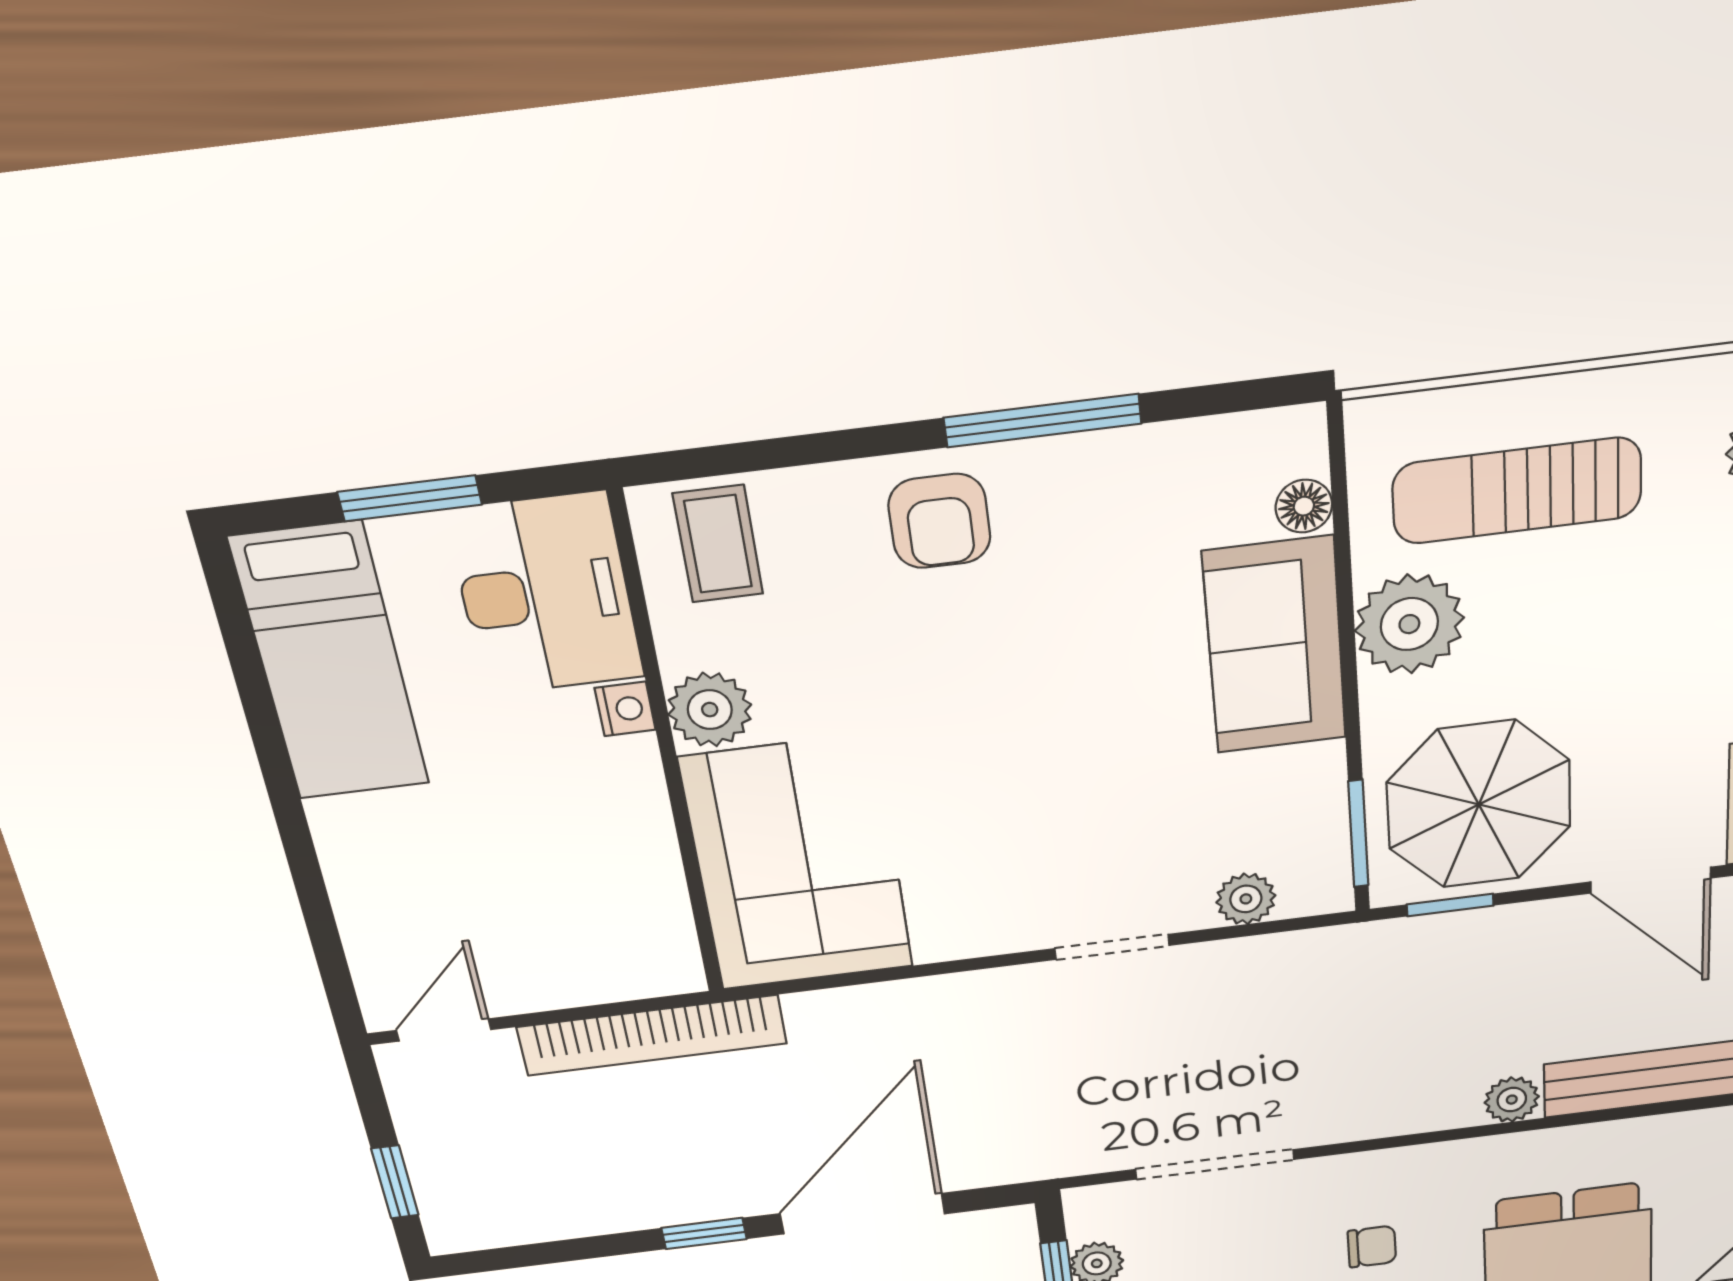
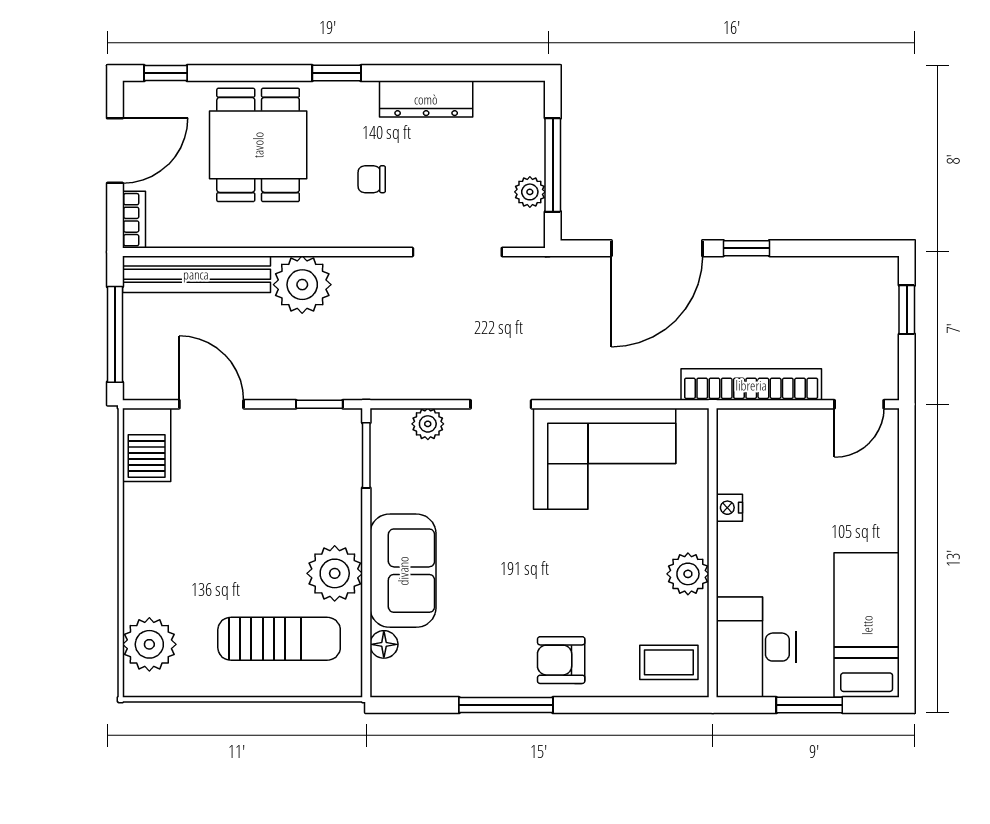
armchair: (939, 521) -> (561, 660), turned -90
coffee table: (718, 544) -> (669, 662), turned 90
nightstand: (625, 709) -> (729, 508), moved
parasol: (1479, 804) -> (302, 464), removed
corner sofa: (797, 864) -> (605, 459), moved, turned -90
plant: (1512, 1100) -> (302, 285), width x1.87, depth x1.87

